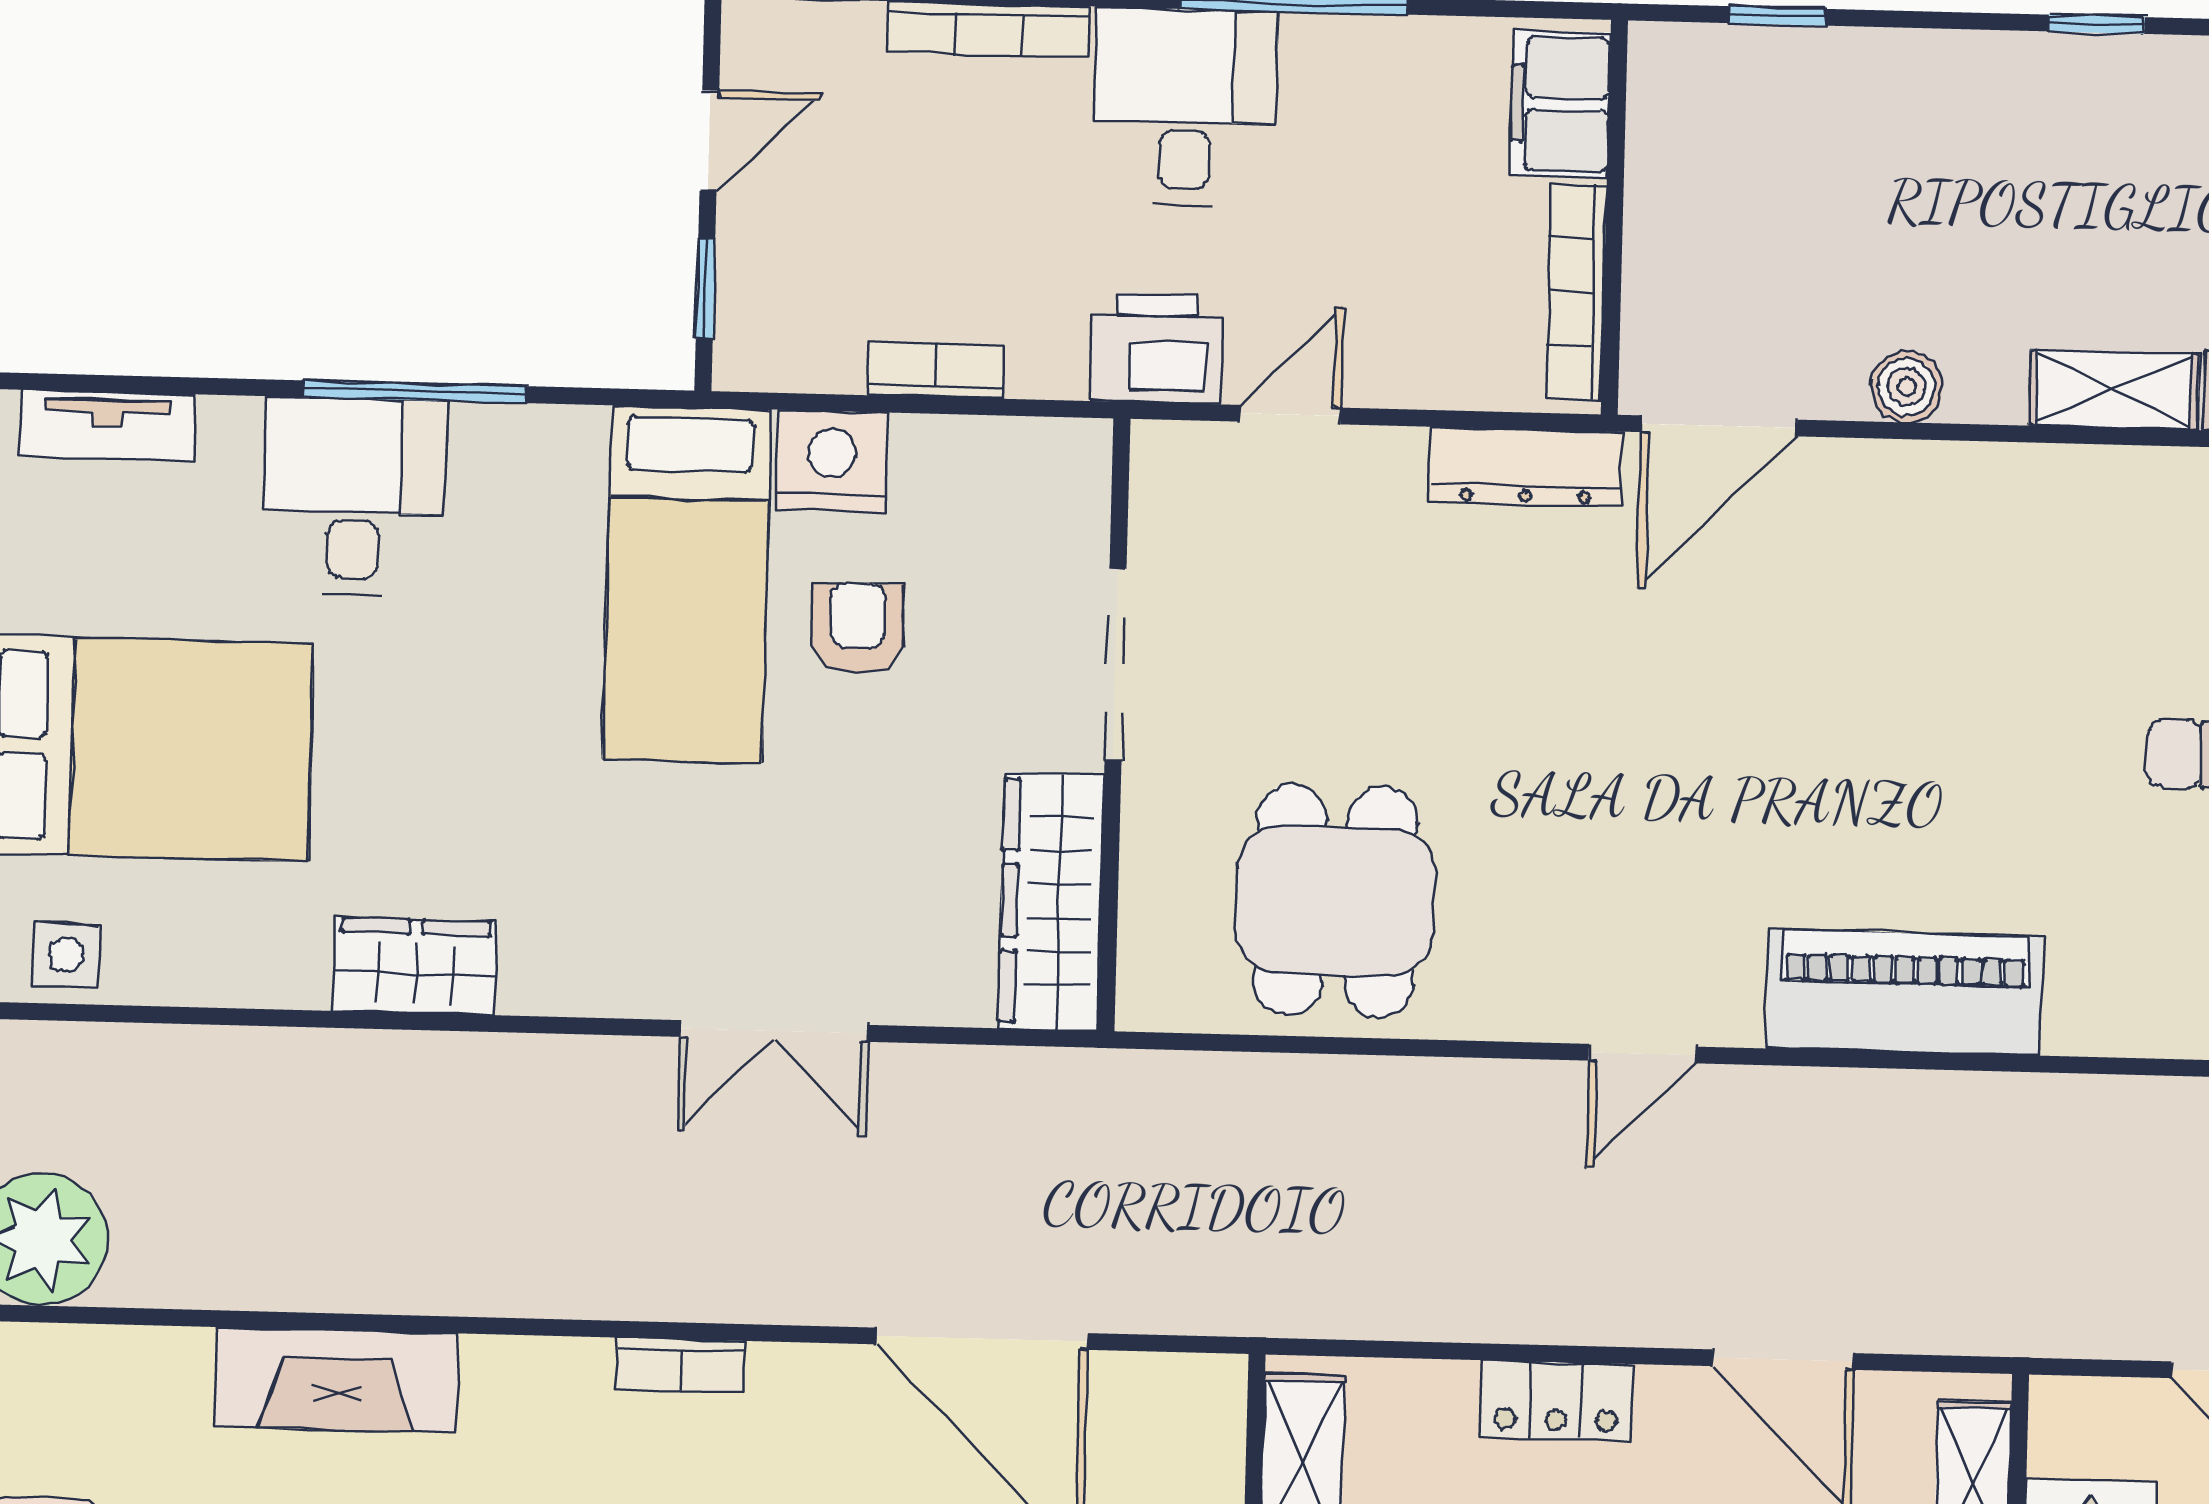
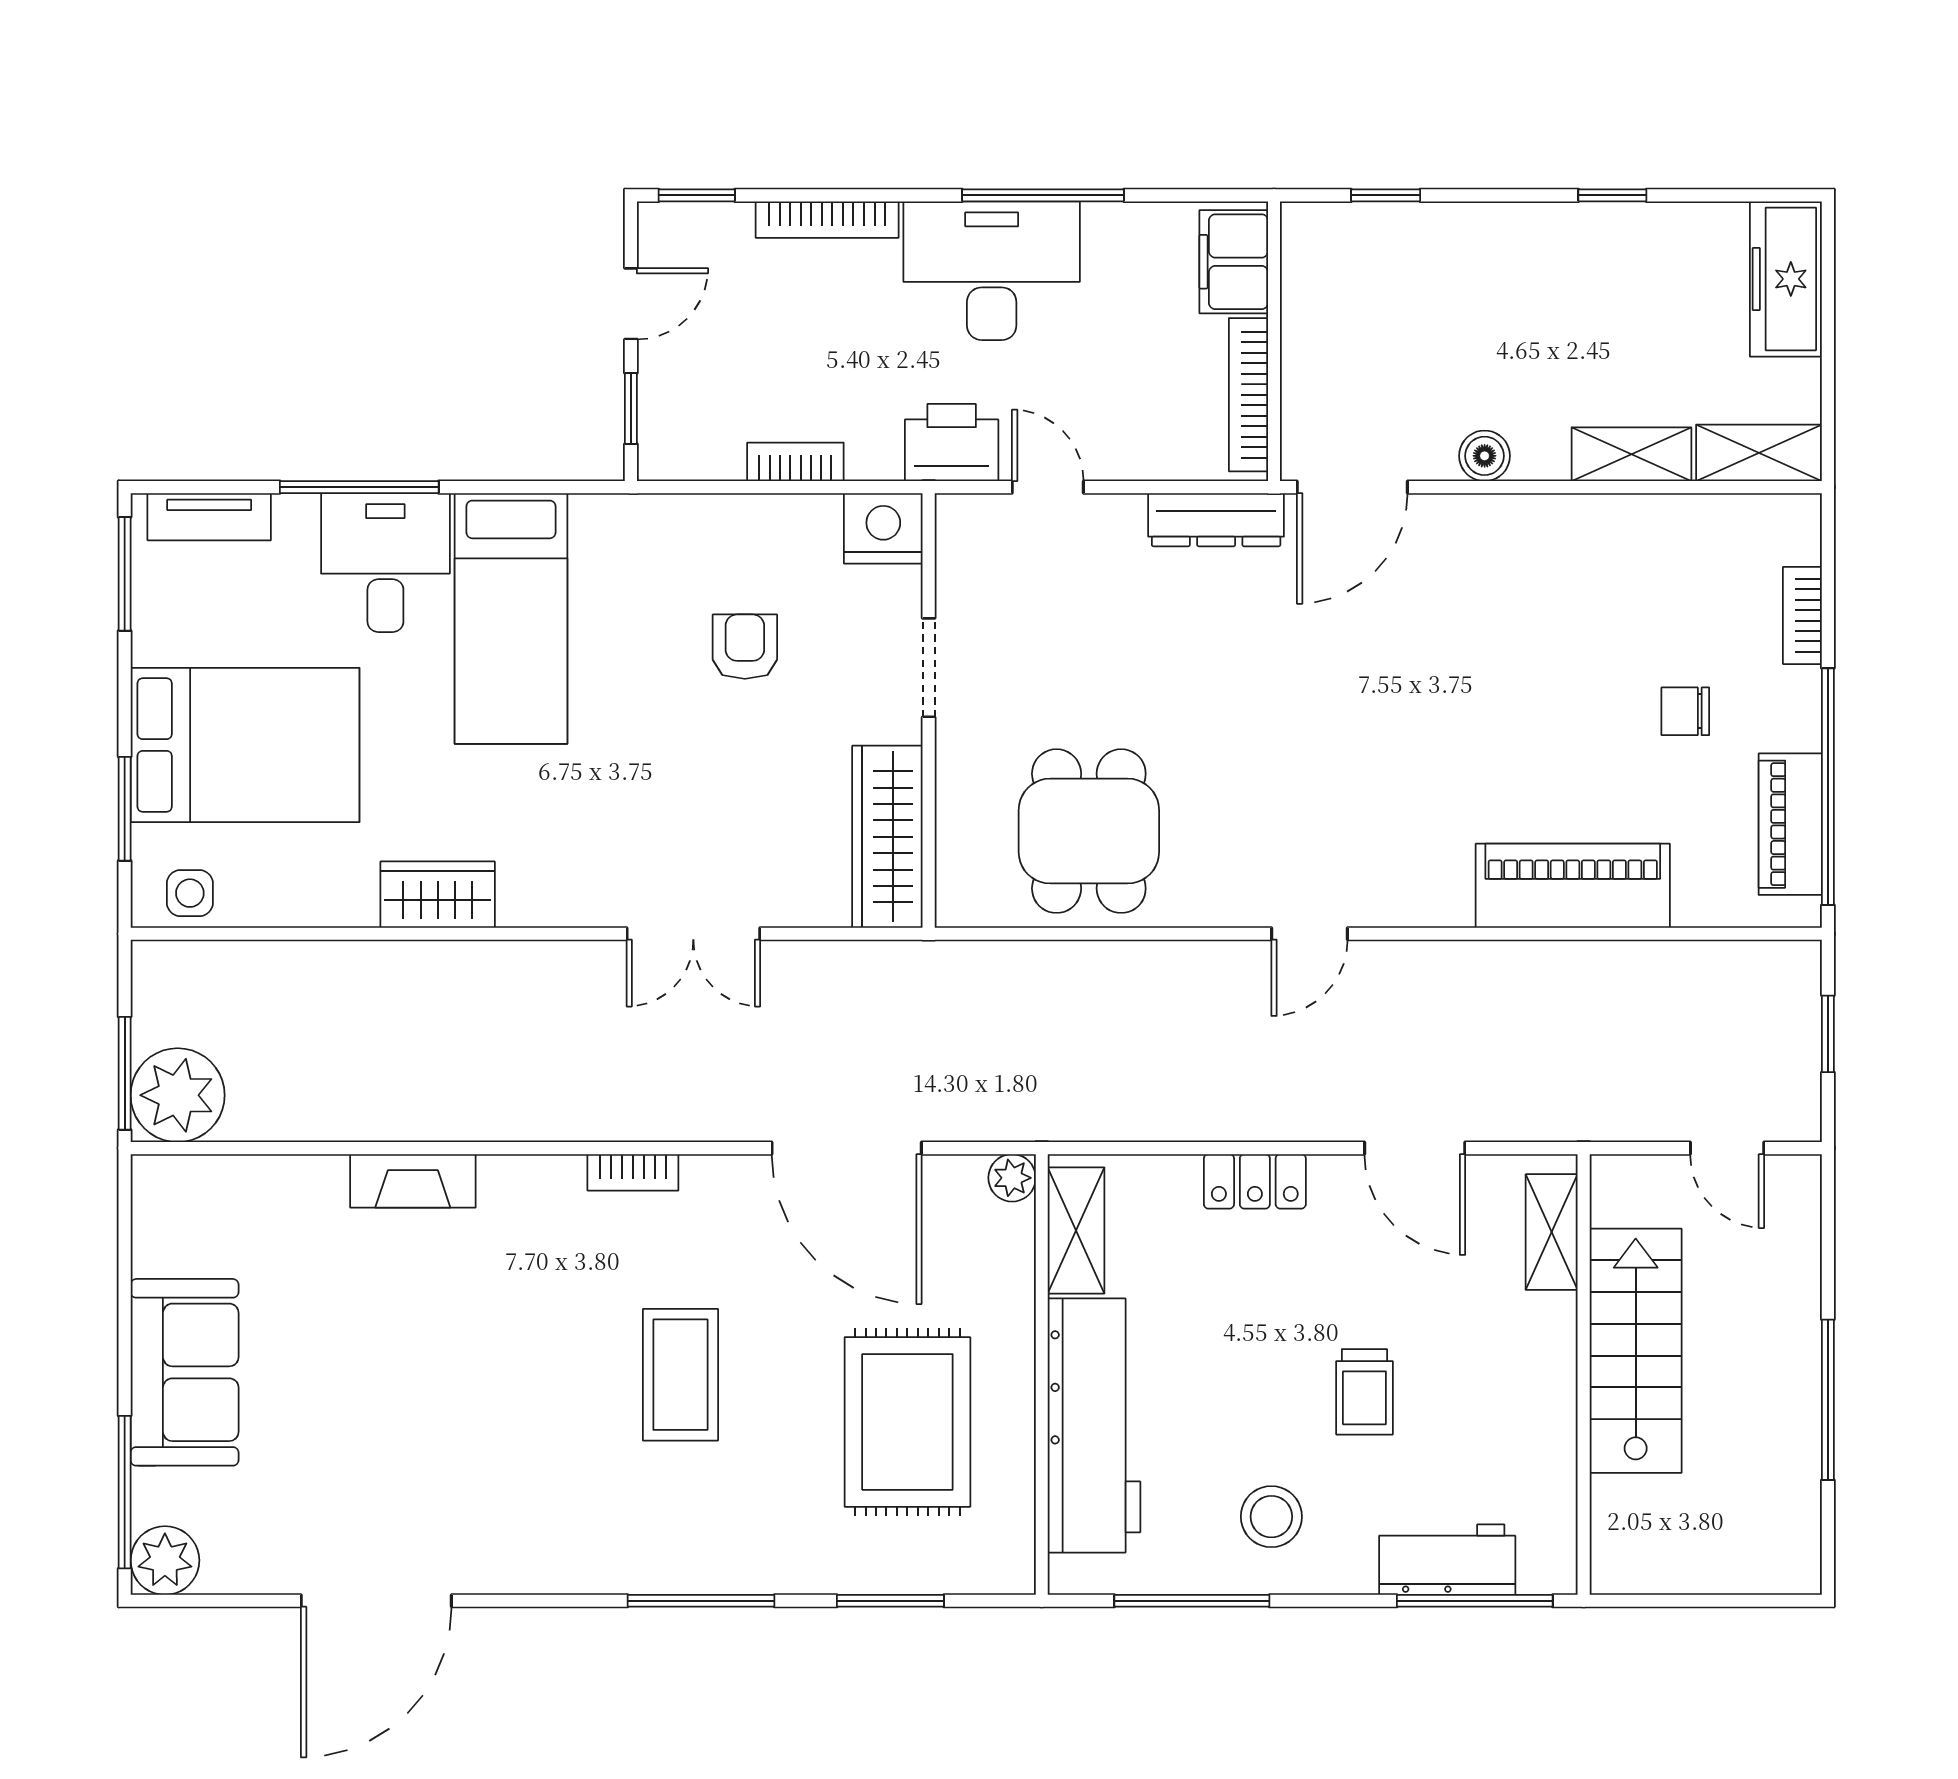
desk: (1185, 107) -> (992, 271), width x1.37
window: (415, 392) -> (359, 487), moved
door: (1290, 415) -> (1048, 487), hinge flipped
nightstand: (832, 461) -> (883, 528), moved
bed: (687, 584) -> (511, 618), moved
doorway: (1116, 665) -> (929, 668), width x0.73
piano: (1904, 993) -> (1573, 886), moved
fireplace: (337, 1380) -> (413, 1181), width x0.73, depth x0.76
plant: (1214, 1387) -> (1012, 1178), added

